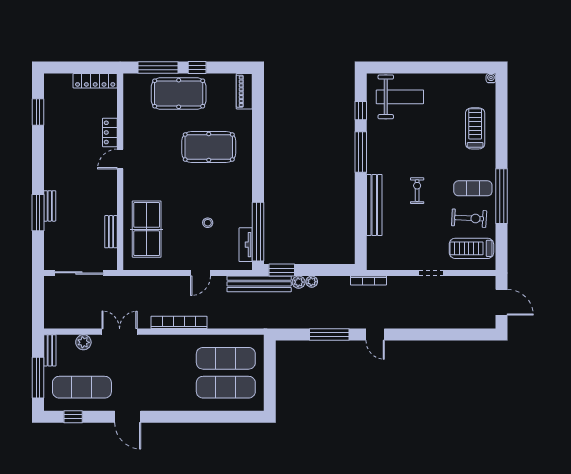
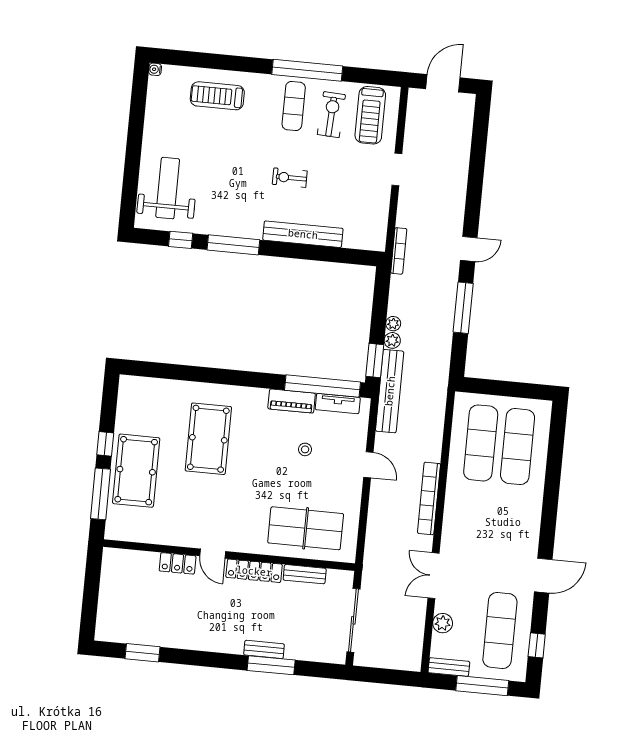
locker: (95, 81) -> (254, 571), moved, turned 90
piano: (244, 91) -> (292, 401), moved

